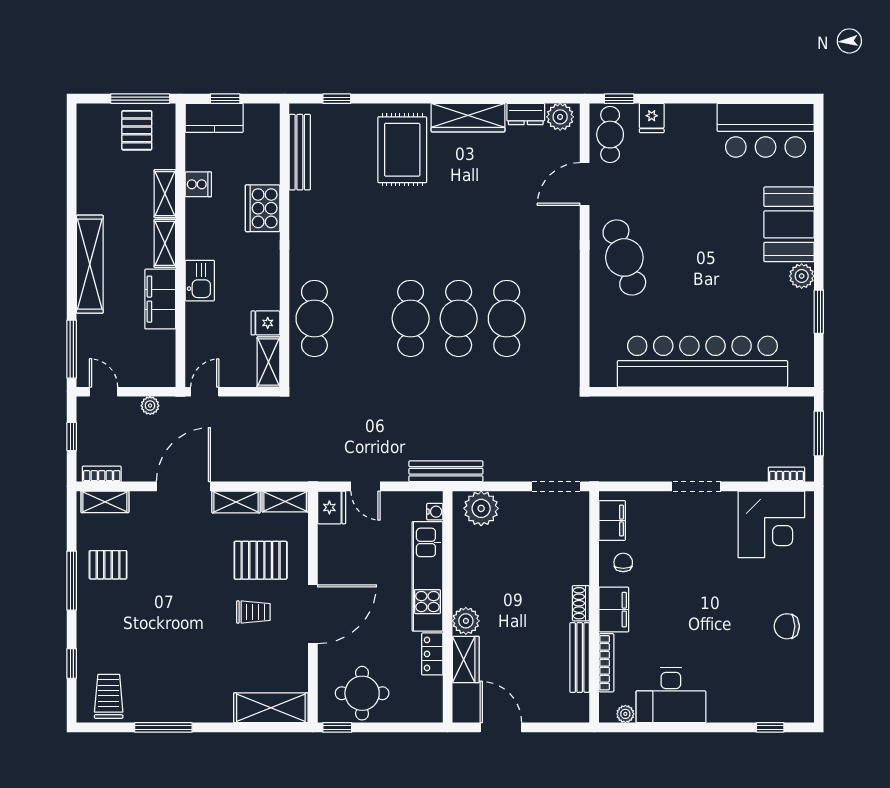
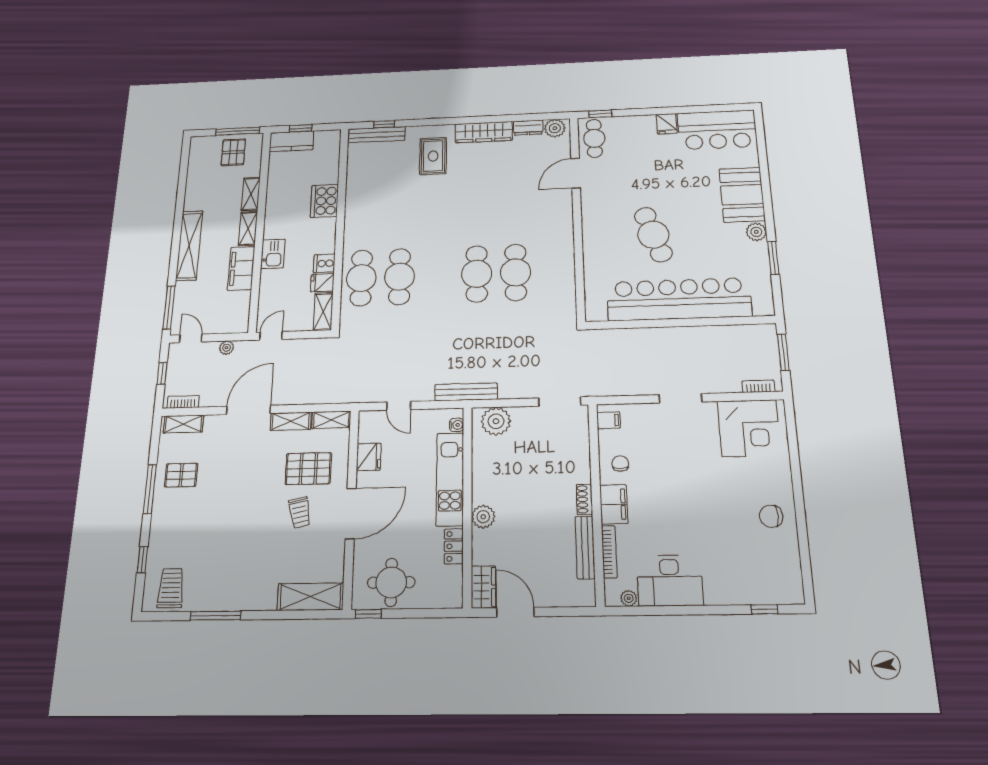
fridge: (652, 118) -> (667, 124), moved
rug: (402, 150) -> (433, 156), width x0.73, depth x0.70
bench: (300, 152) -> (376, 135), moved, turned 90
cooker: (198, 184) -> (324, 263), moved, turned 180
cafe table: (624, 257) -> (653, 235), moved
cafe table: (411, 318) -> (400, 277), moved
fridge: (332, 507) -> (369, 457), moved
filing cabinet: (612, 521) -> (609, 420), width x0.50
trolley: (253, 612) -> (300, 512), turned 78
wardrobe: (466, 659) -> (483, 587), moved

